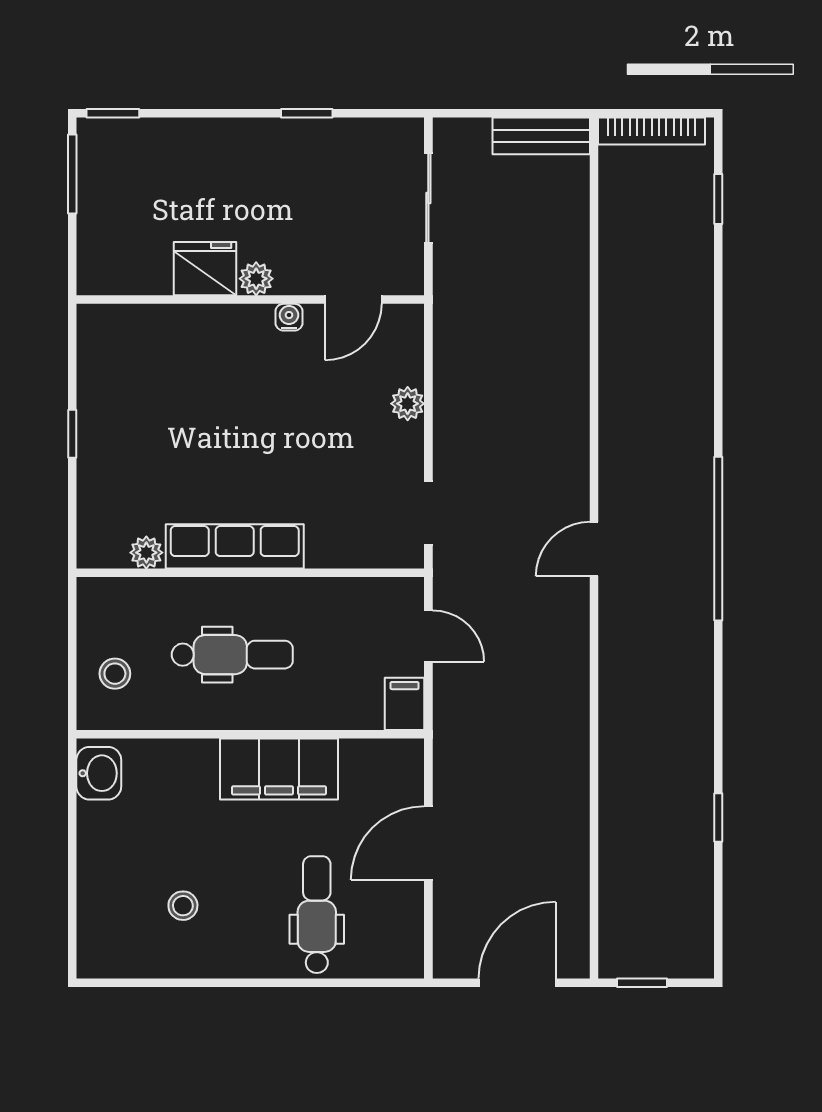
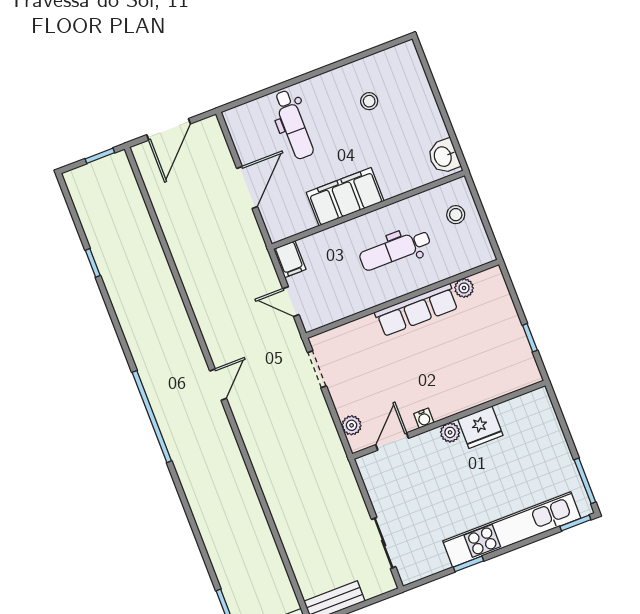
kitchen unit: (217, 141) -> (512, 530), added
fridge: (205, 269) -> (480, 427), moved
plant: (256, 279) -> (450, 432), moved
wall: (250, 300) -> (449, 420), moved
door: (353, 300) -> (392, 441), moved
water cooler: (289, 317) -> (424, 418), moved

